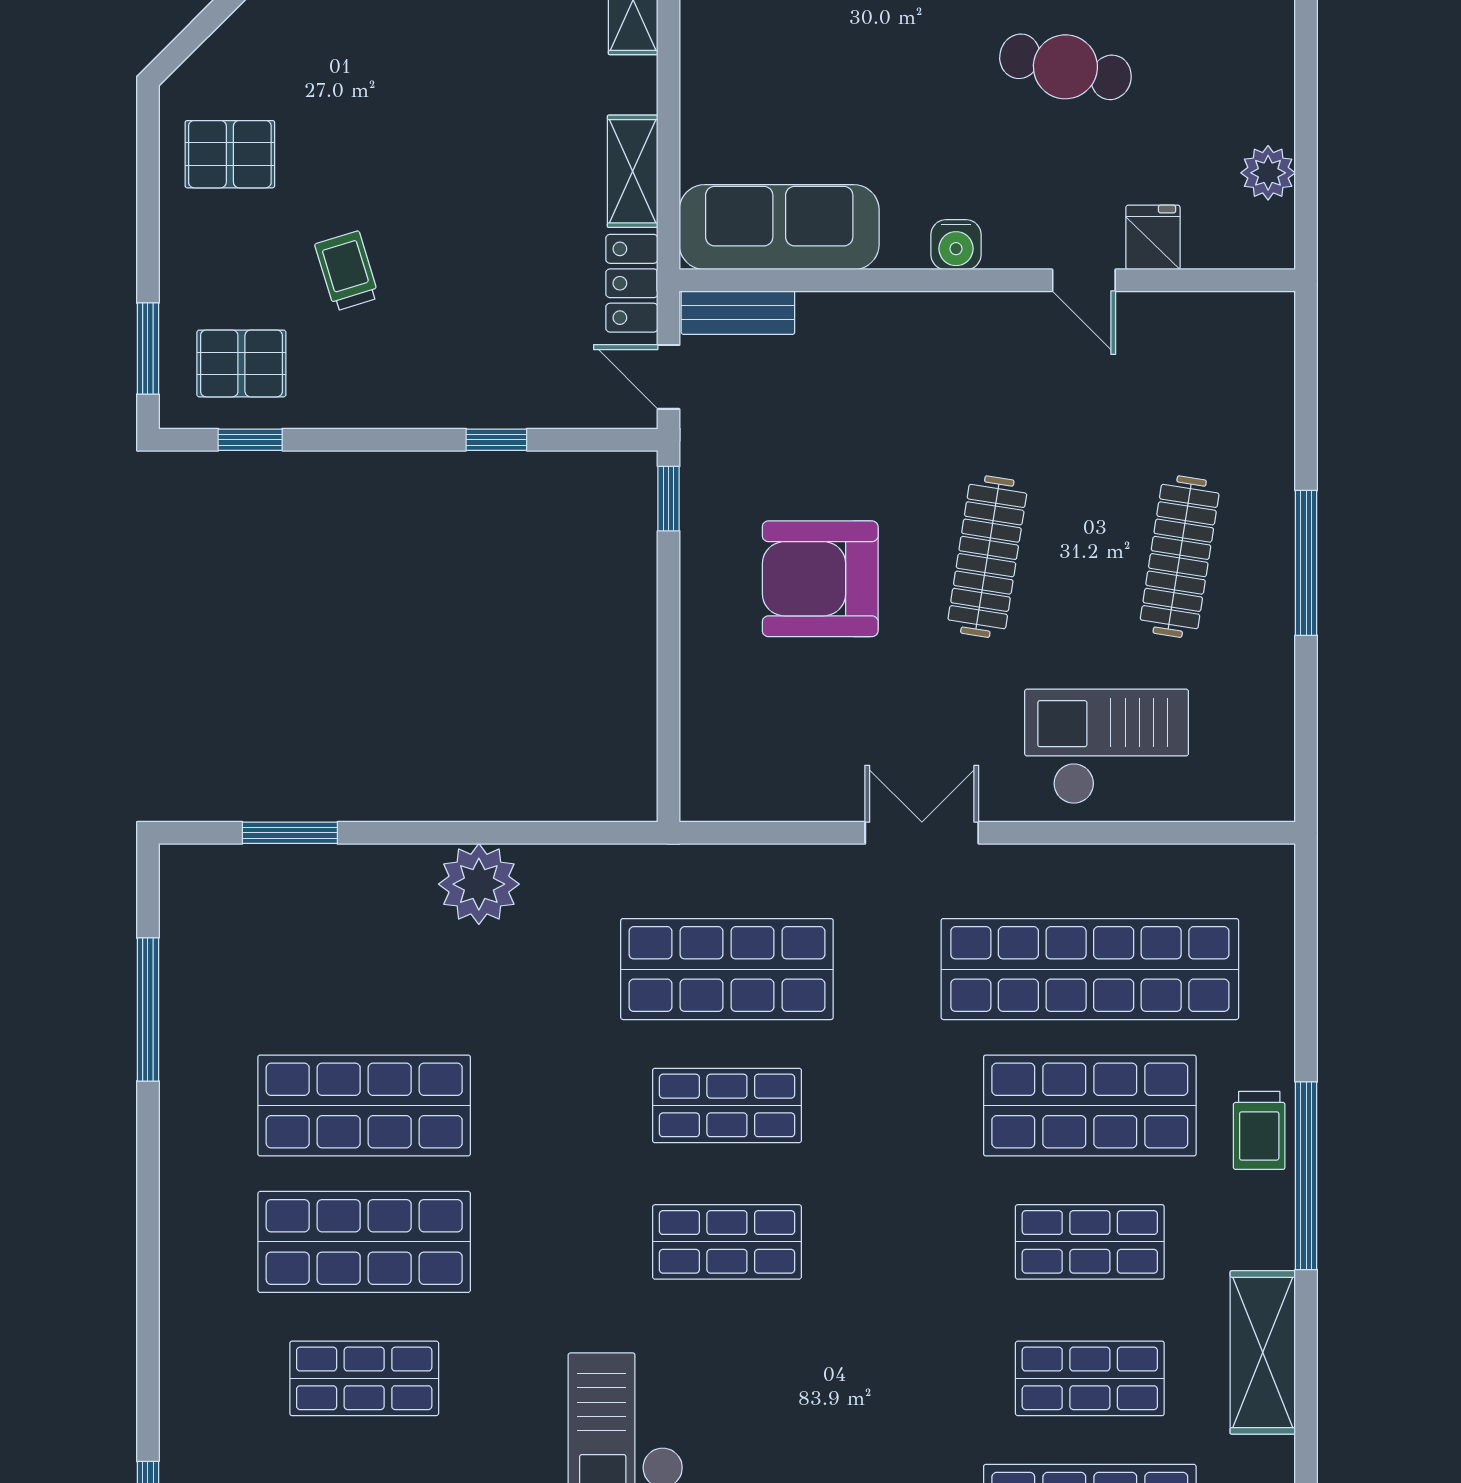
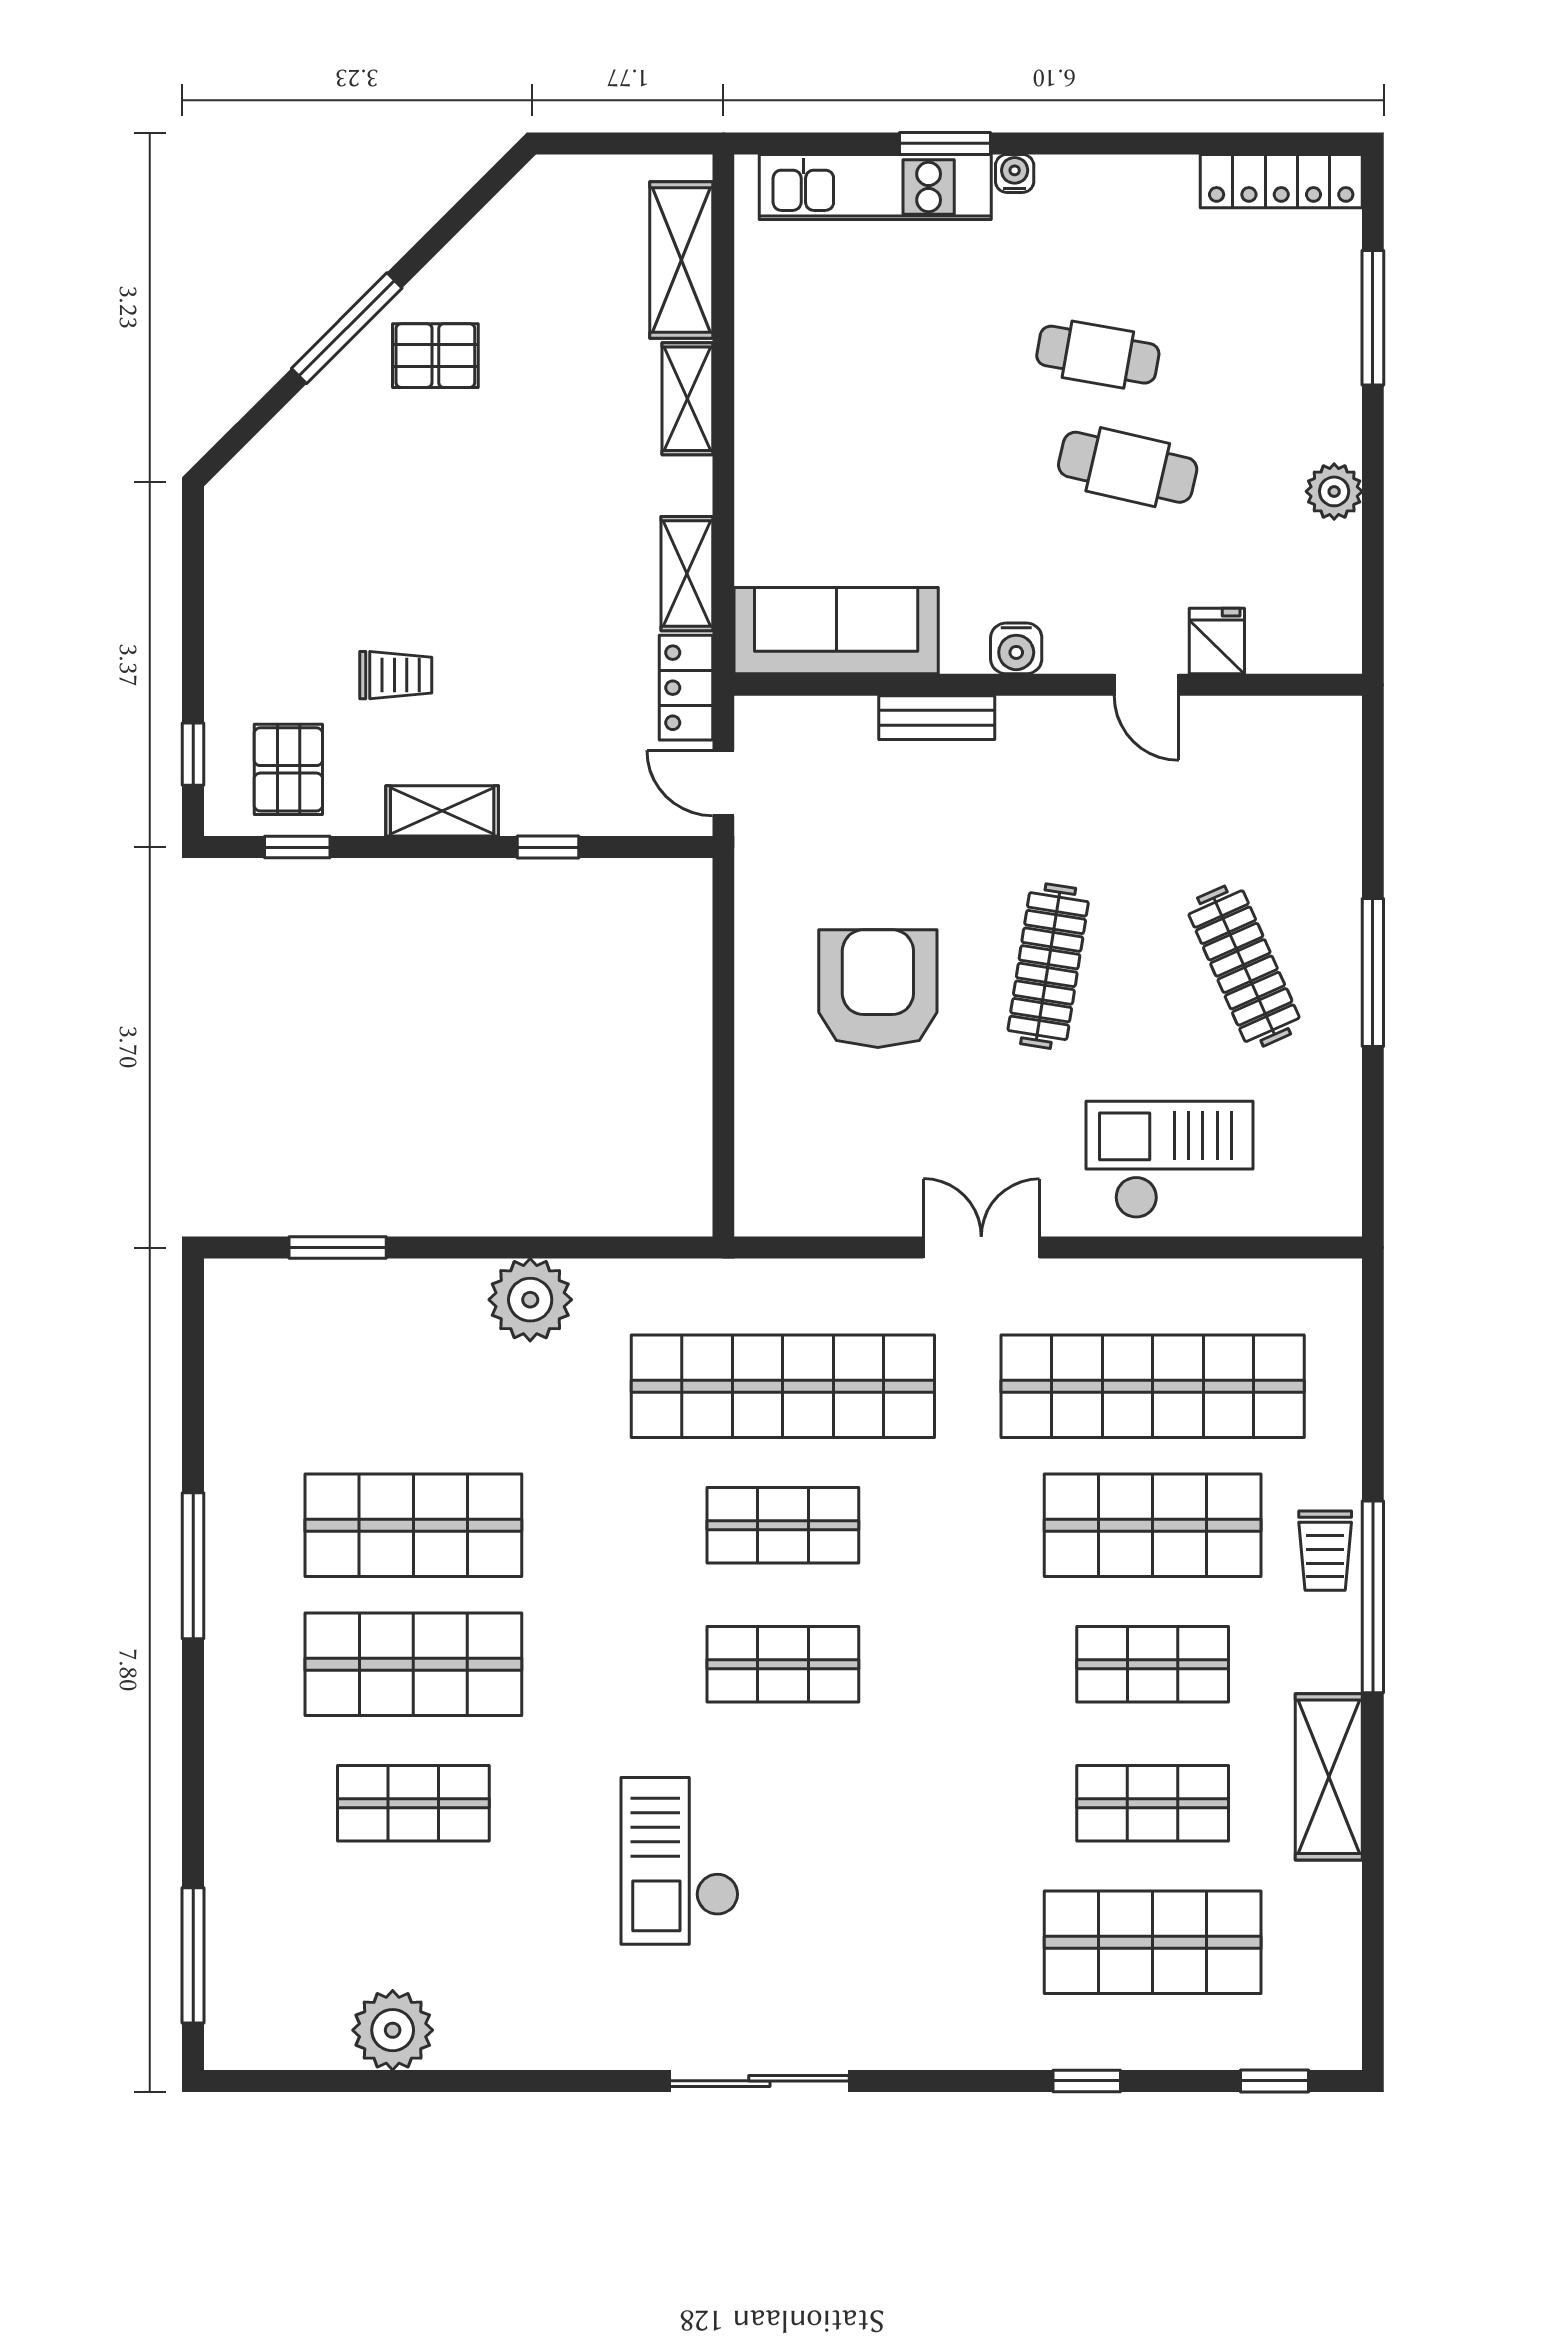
pallet: (230, 154) -> (277, 556), removed
plant: (1268, 173) -> (1334, 491), moved
trolley: (347, 271) -> (396, 675), turned 107
bench: (738, 313) -> (937, 718), moved
window: (148, 349) -> (193, 754), width x0.67
pallet: (241, 363) -> (288, 769), turned 90
shelving: (392, 404) -> (442, 811), added
window: (669, 499) -> (723, 907), removed
clothes rail: (1180, 557) -> (1244, 966), turned -33
armchair: (820, 579) -> (878, 989), turned 90
shop shelf: (727, 969) -> (783, 1386), width x1.40
window: (148, 1010) -> (193, 1566), moved

